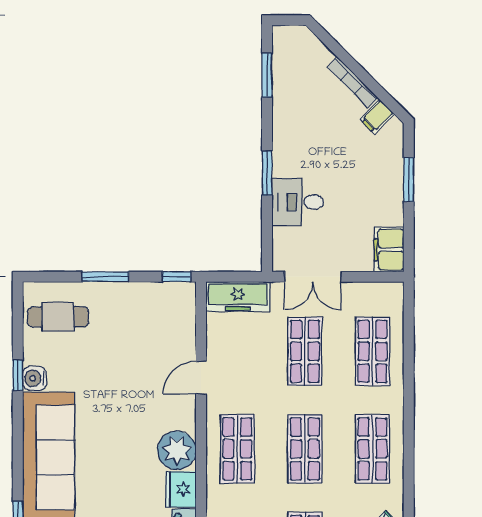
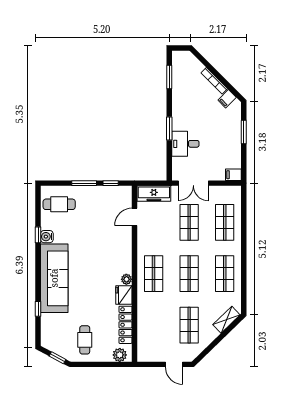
filing cabinet: (389, 250) -> (233, 175), width x0.50
window: (177, 277) -> (111, 183), moved
door: (201, 378) -> (134, 217), moved
plant: (177, 450) -> (126, 279), width x0.53, depth x0.53

